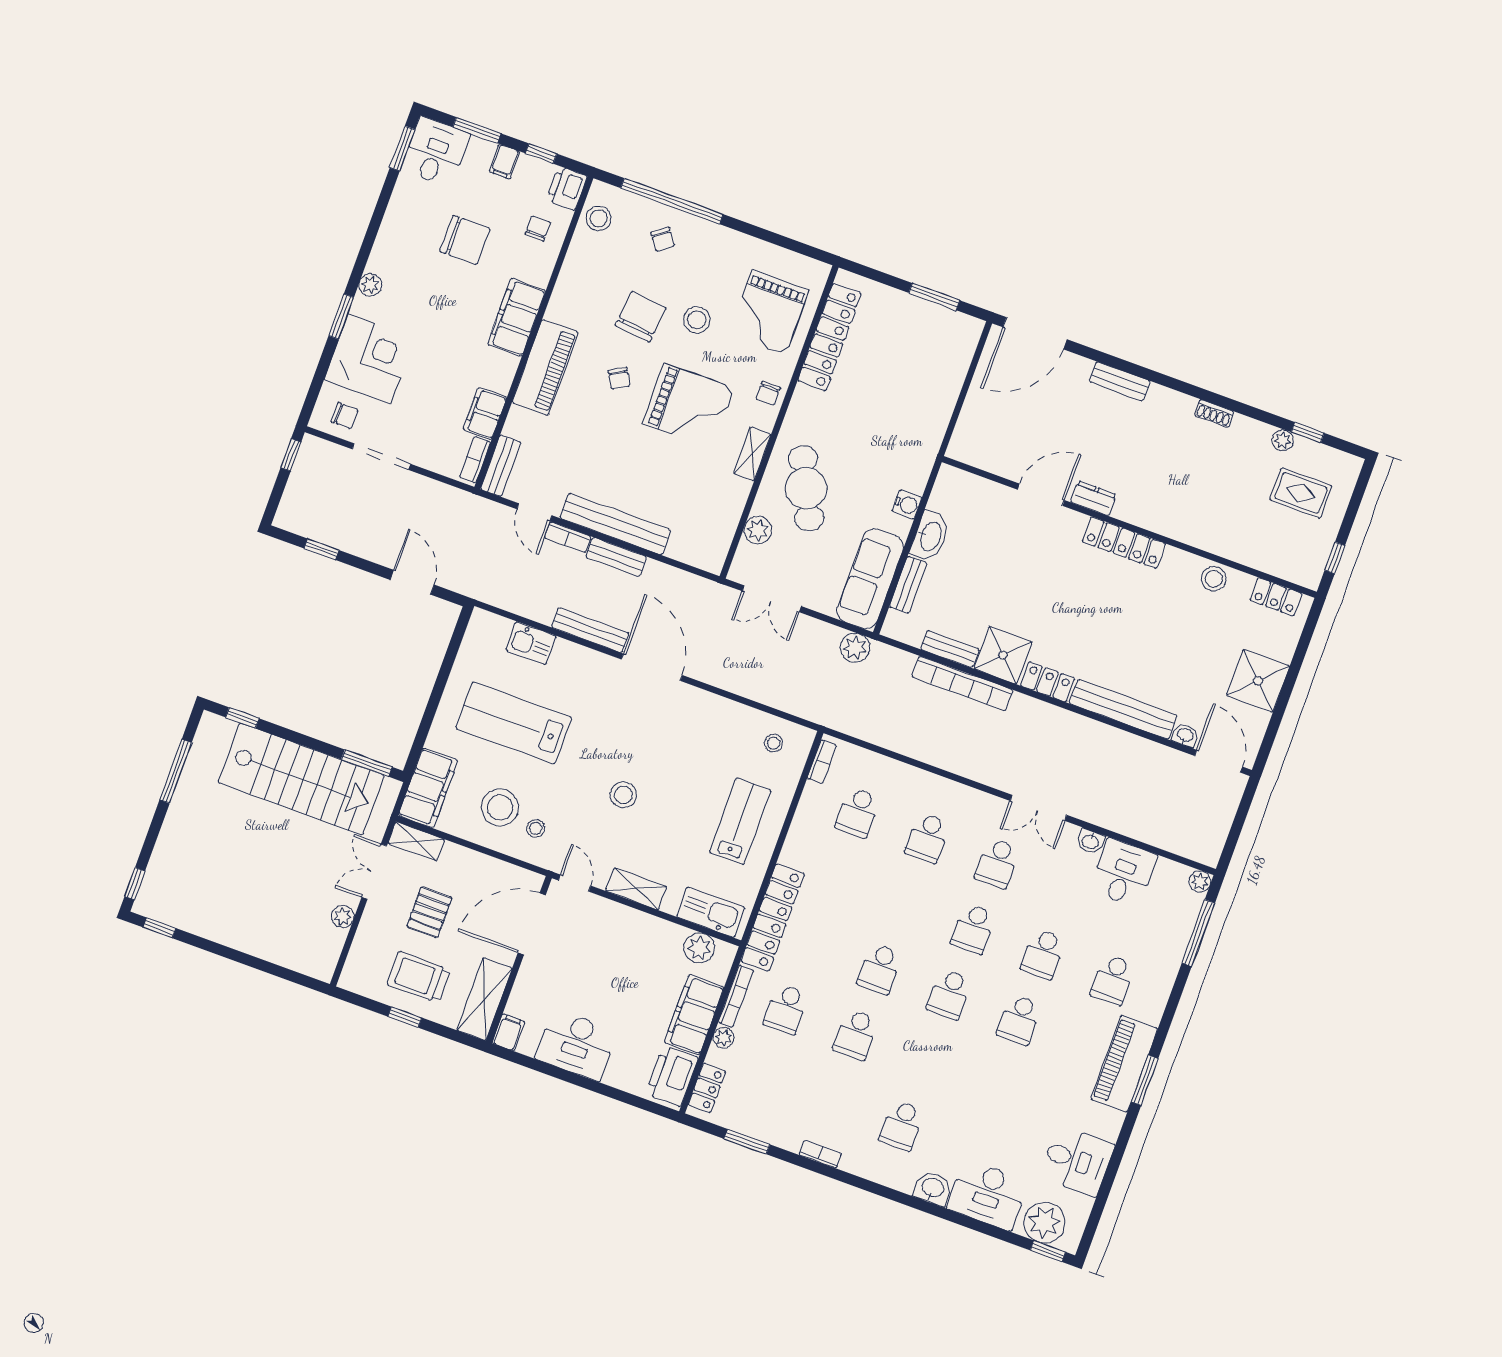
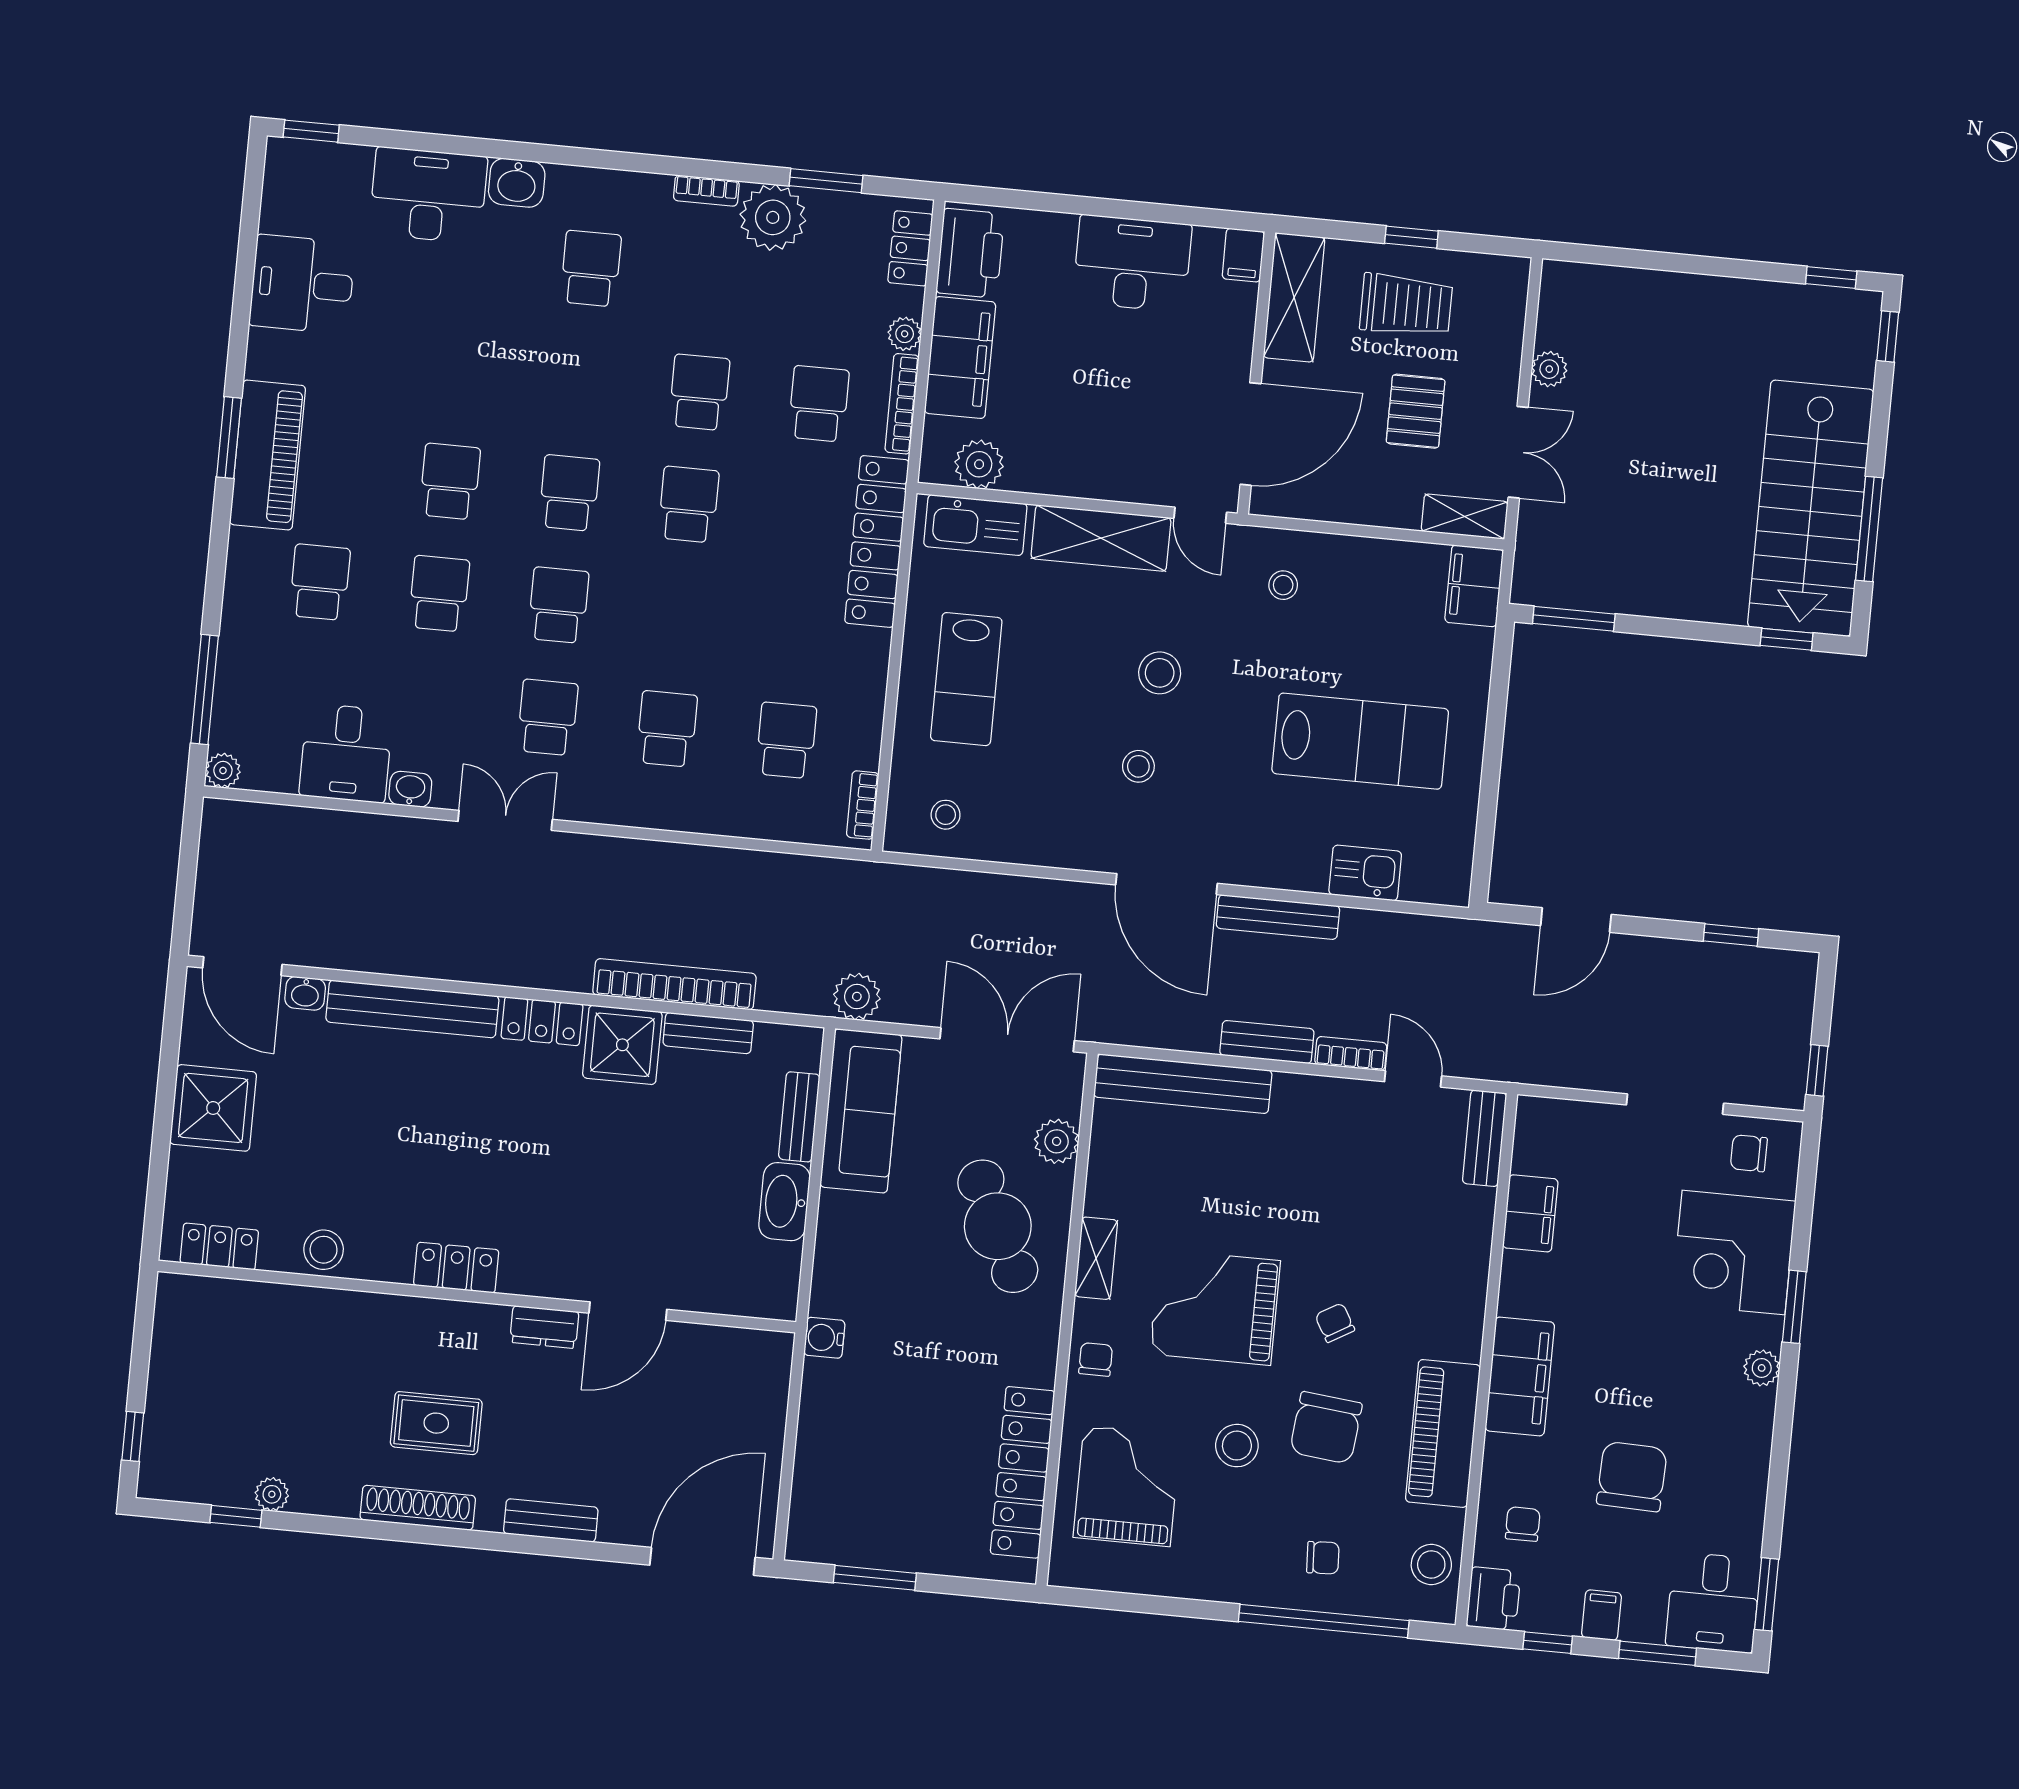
chair: (538, 228) -> (1523, 1524), turned 180
chair: (663, 239) -> (1323, 1558), turned 124
chair: (465, 240) -> (1632, 1477), turned 92
piano: (545, 367) -> (1443, 1433), moved
shoe rack: (1214, 413) -> (418, 1508), width x1.94, depth x1.24
bookcase: (475, 460) -> (1527, 1137), removed
rug: (1301, 493) -> (436, 1423), moved
water cooler: (907, 504) -> (824, 1338), moved
bench: (615, 524) -> (1183, 1084), moved
locker: (1124, 543) -> (456, 1268), width x0.66
window: (1335, 558) -> (133, 1436), moved
door: (412, 582) -> (1576, 920), hinge flipped
double door: (772, 599) -> (1007, 1040), width x1.37
stairs: (301, 779) -> (1811, 508), moved, turned -90
filing cabinet: (428, 788) -> (1474, 586), width x0.67, depth x0.86
stool: (500, 808) -> (1138, 766), moved, width x0.53, depth x0.53
shelving: (636, 889) -> (1101, 538), width x1.50, depth x1.33
plant: (1044, 1222) -> (773, 217), moved

